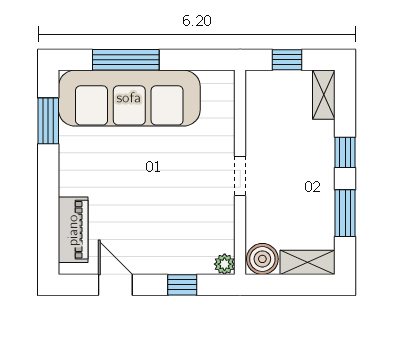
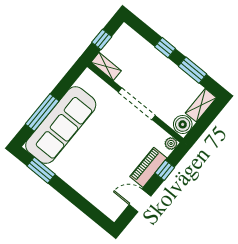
shelving: (324, 95) -> (106, 66), moved
doorway: (240, 176) -> (137, 104), width x1.88
piano: (73, 230) -> (148, 167), moved, turned -90

